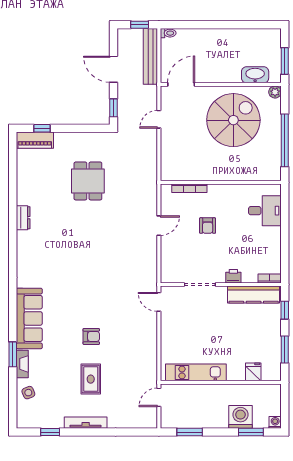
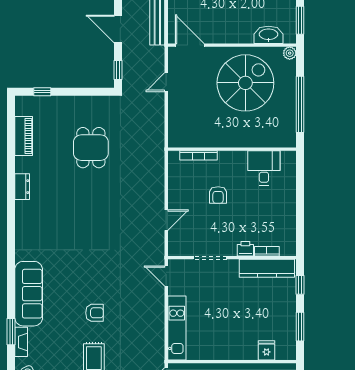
door: (181, 84) -> (190, 45), hinge flipped
piano: (35, 140) -> (24, 136), moved, turned -90
desk: (265, 211) -> (264, 168), moved, turned -90
door: (159, 226) -> (166, 220), moved
bookcase: (270, 278) -> (267, 251), moved
kitchen unit: (196, 372) -> (177, 328), moved, turned 90

